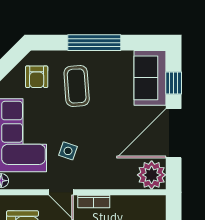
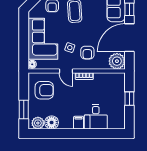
armchair: (99, 160) -> (87, 53), added

